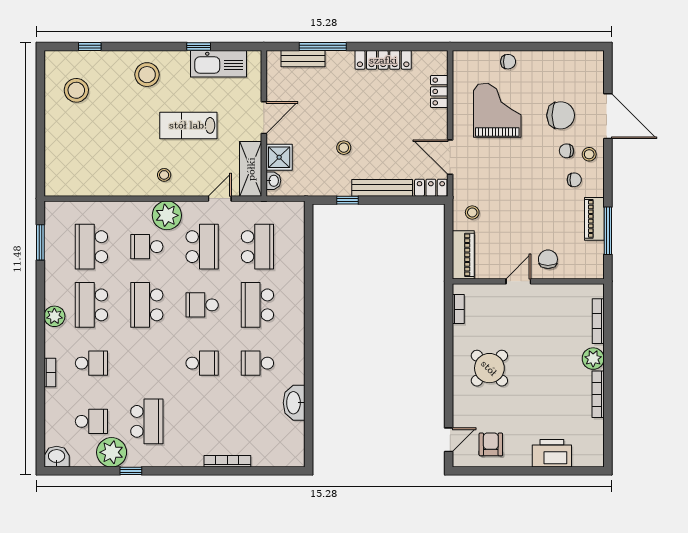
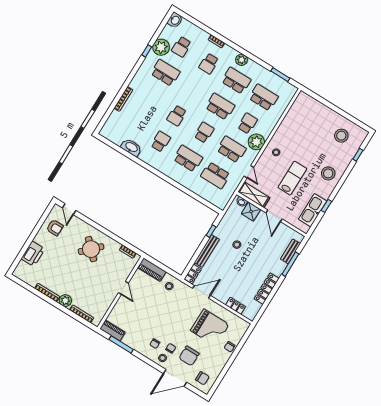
piano: (594, 219) -> (112, 331), moved
school desk: (202, 247) -> (231, 149), turned 180
chair: (548, 259) -> (202, 378), moved
school desk: (147, 421) -> (165, 73), turned 180

